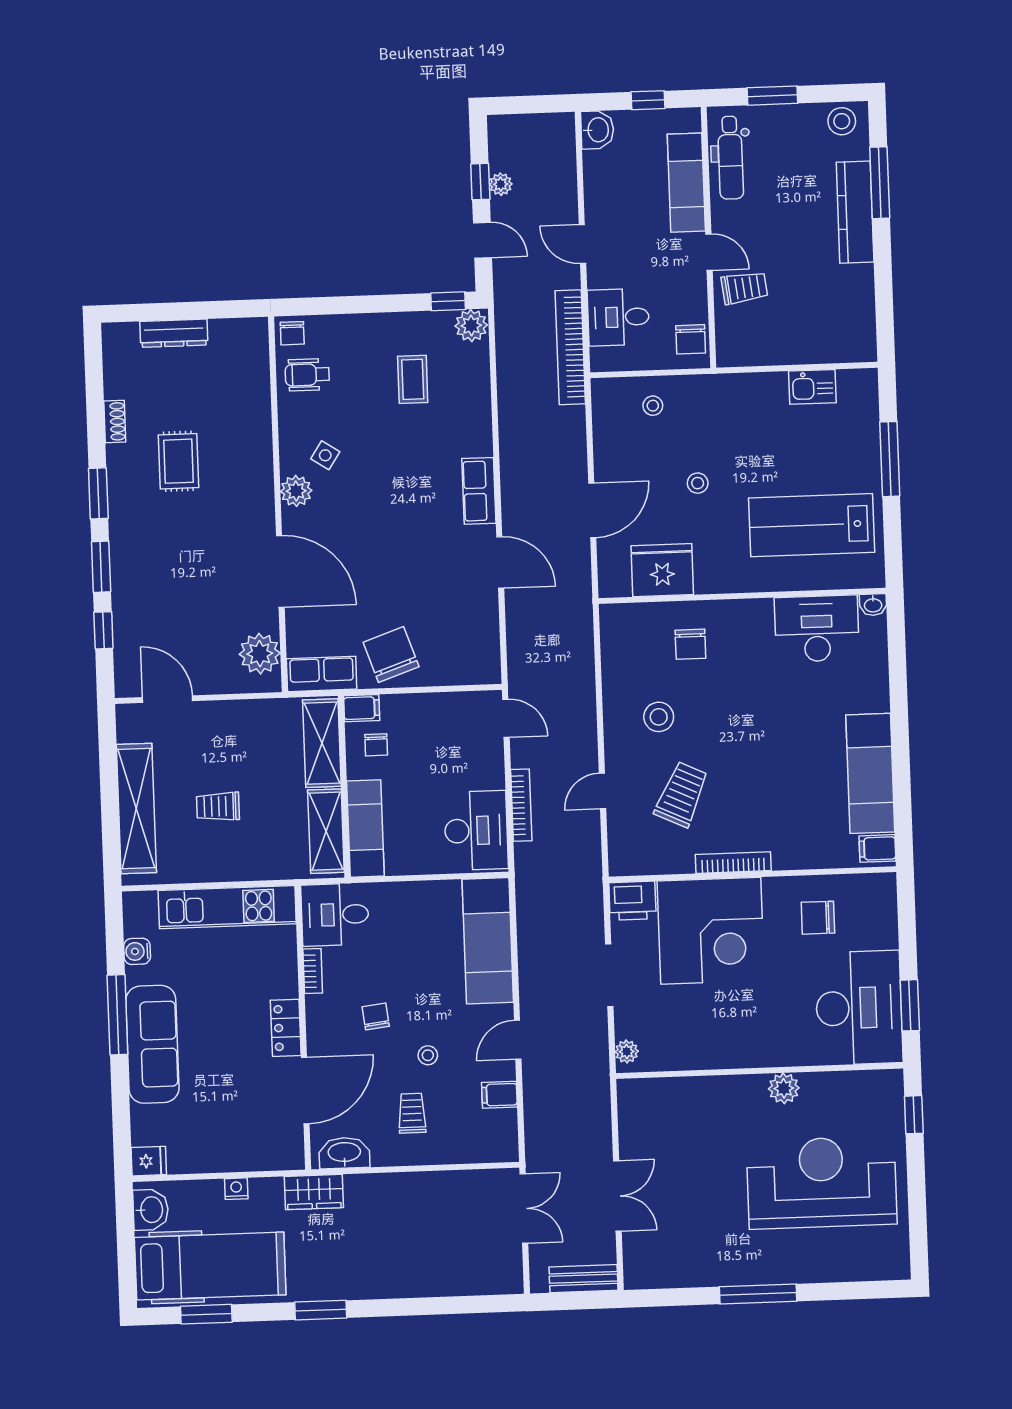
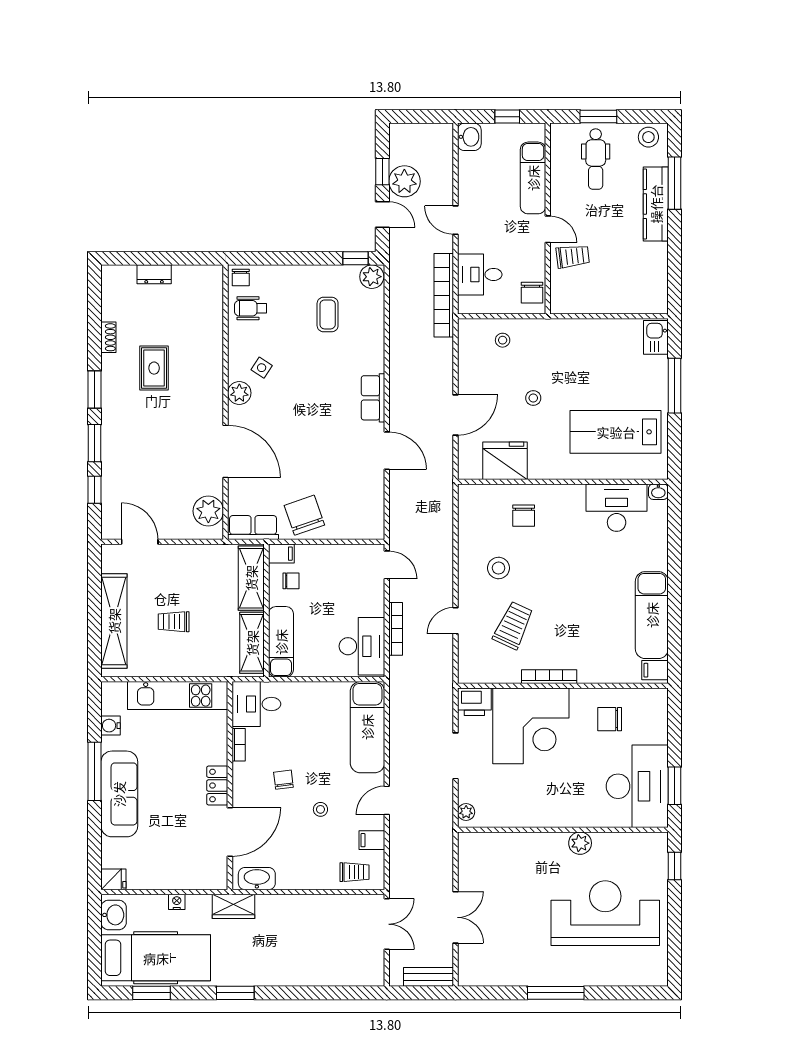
dental chair: (731, 158) -> (596, 159), moved
plant: (501, 184) -> (404, 181), width x1.88, depth x1.88
dresser: (174, 333) -> (154, 274), width x0.70
kitchen sink: (812, 387) -> (656, 337), moved, turned 90
chair: (376, 745) -> (291, 581), turned -90
trolley: (412, 1113) -> (354, 872), moved, turned 90

